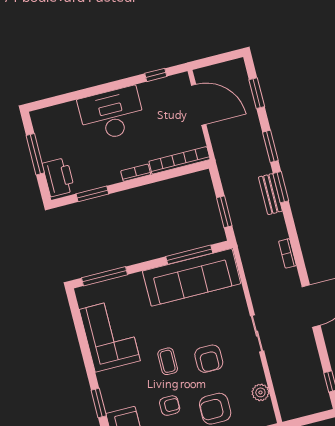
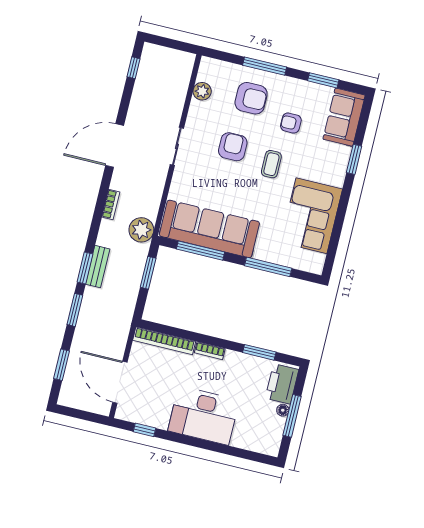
floor lamp: (46, 155) -> (283, 410), added
plant: (250, 246) -> (141, 230), added
window: (105, 276) -> (268, 267), moved

